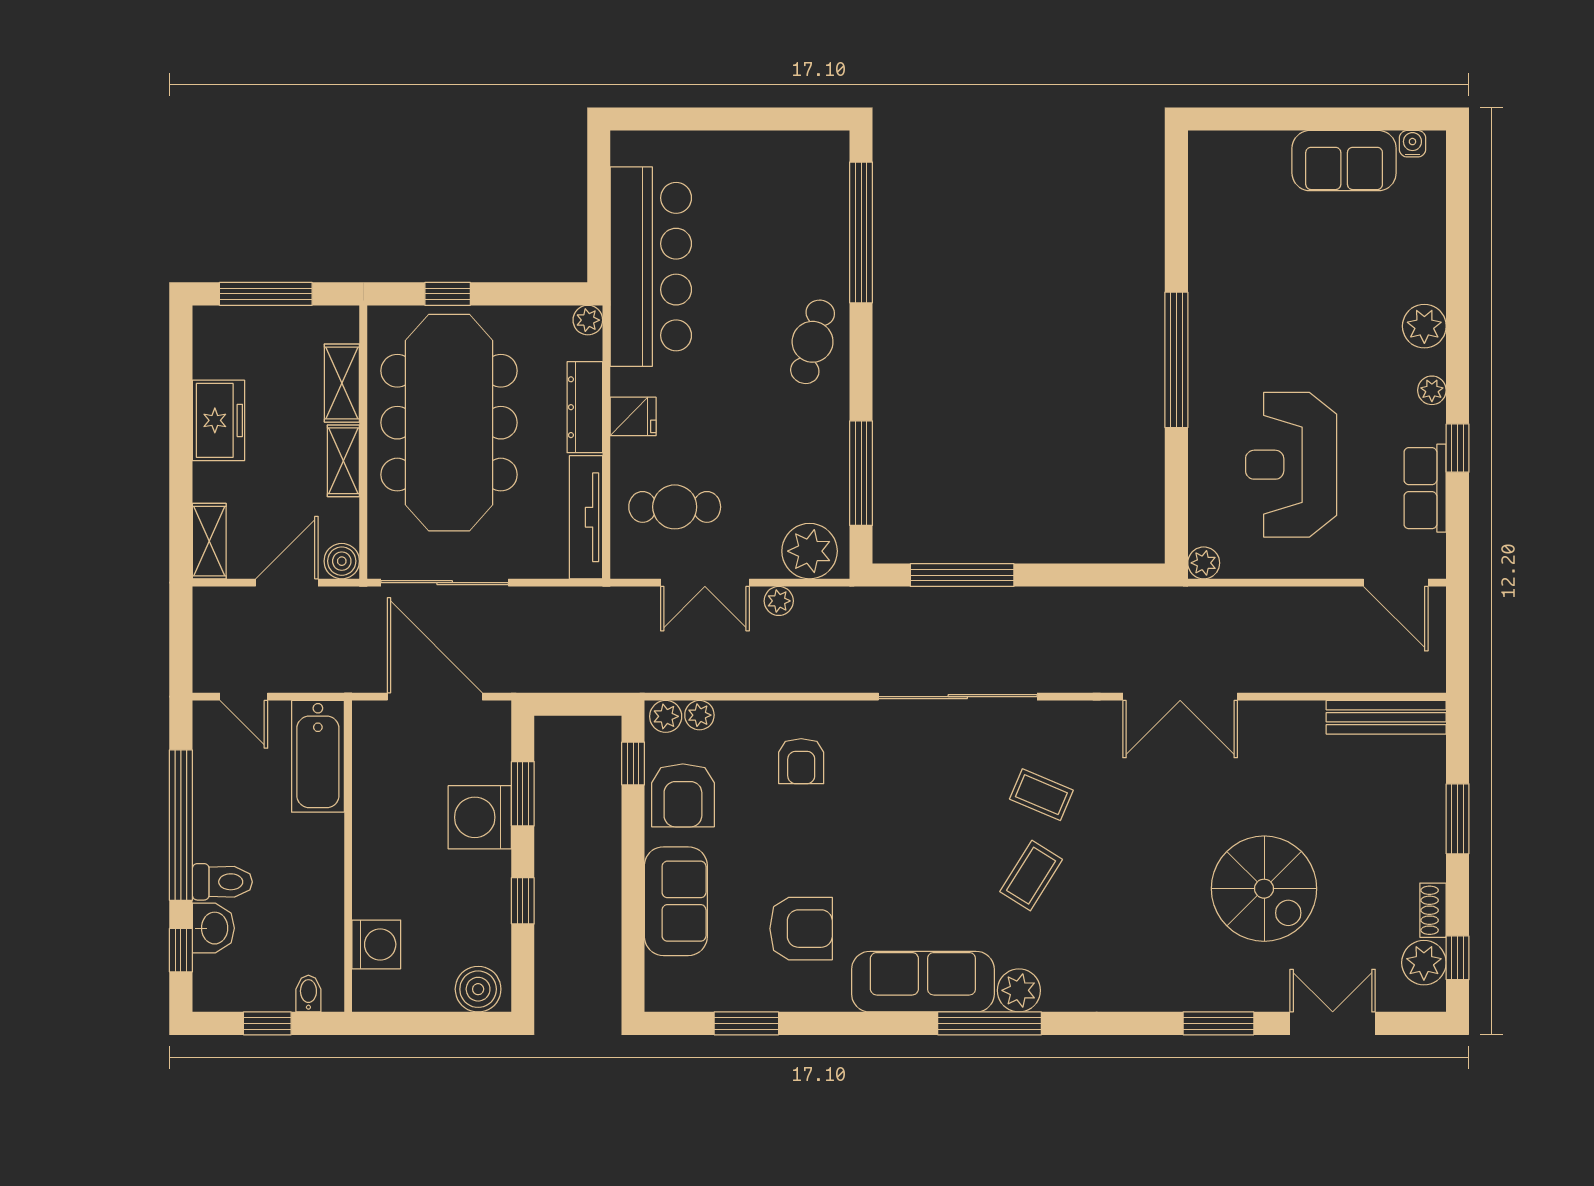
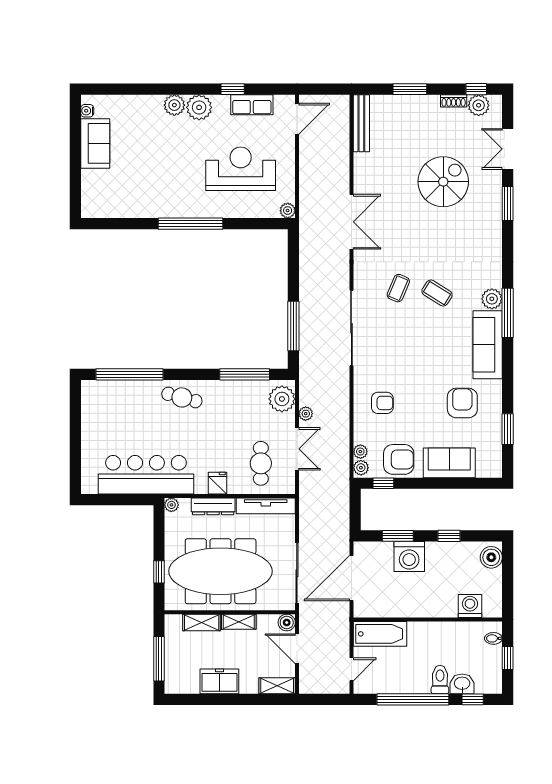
plant: (1432, 390) -> (199, 107), width x1.88, depth x1.88
reception desk: (1291, 465) -> (241, 169), turned 180

